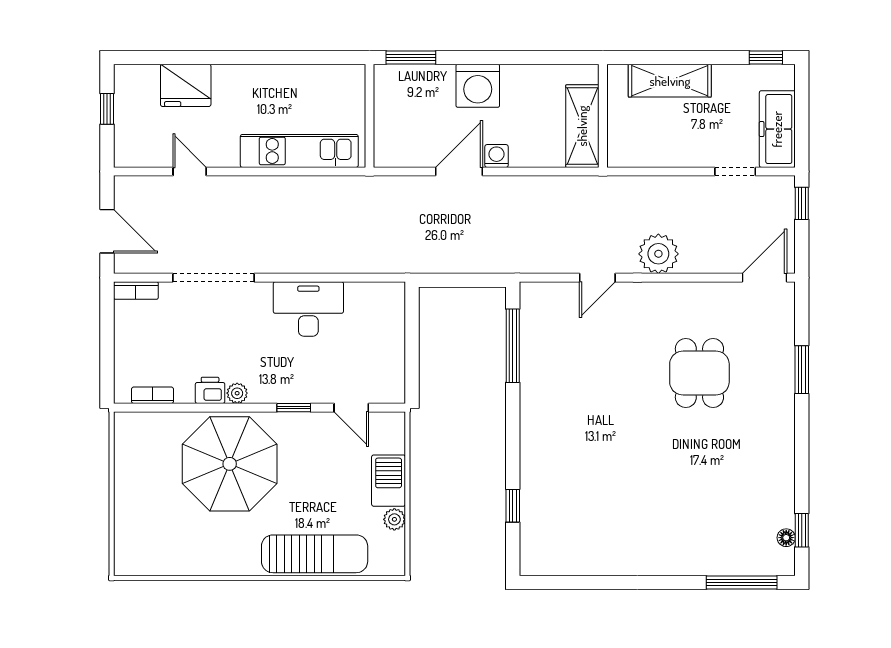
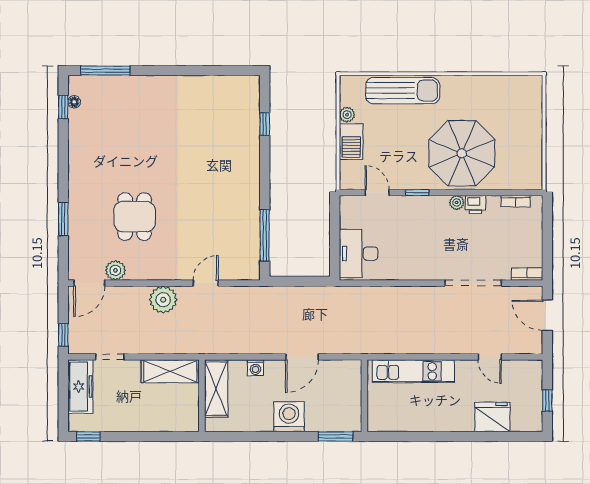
shelving: (670, 81) -> (170, 371), moved
washing machine: (497, 156) -> (255, 368), moved
plant: (727, 296) -> (115, 270), added
desk: (308, 309) -> (359, 254), moved, turned 90
sun lounger: (315, 554) -> (403, 91), turned 180

